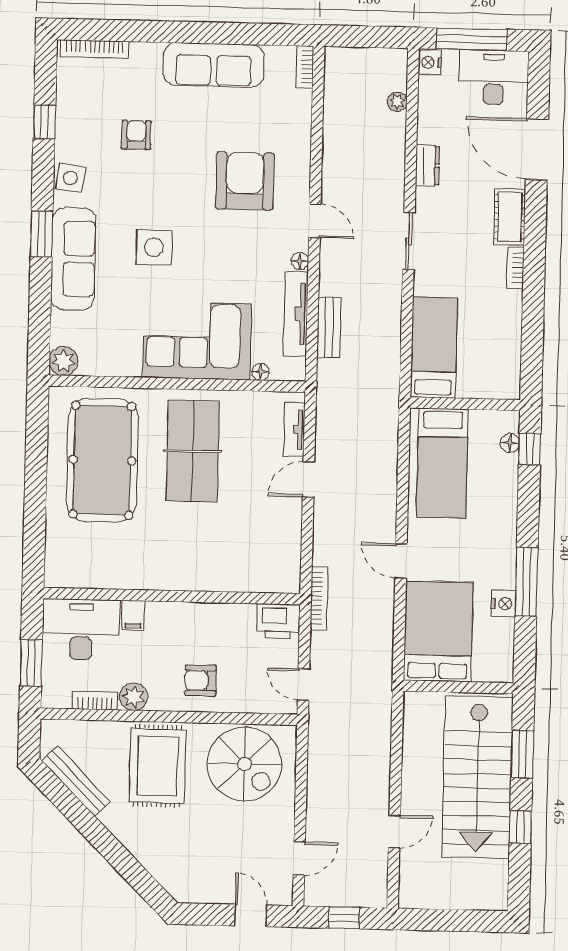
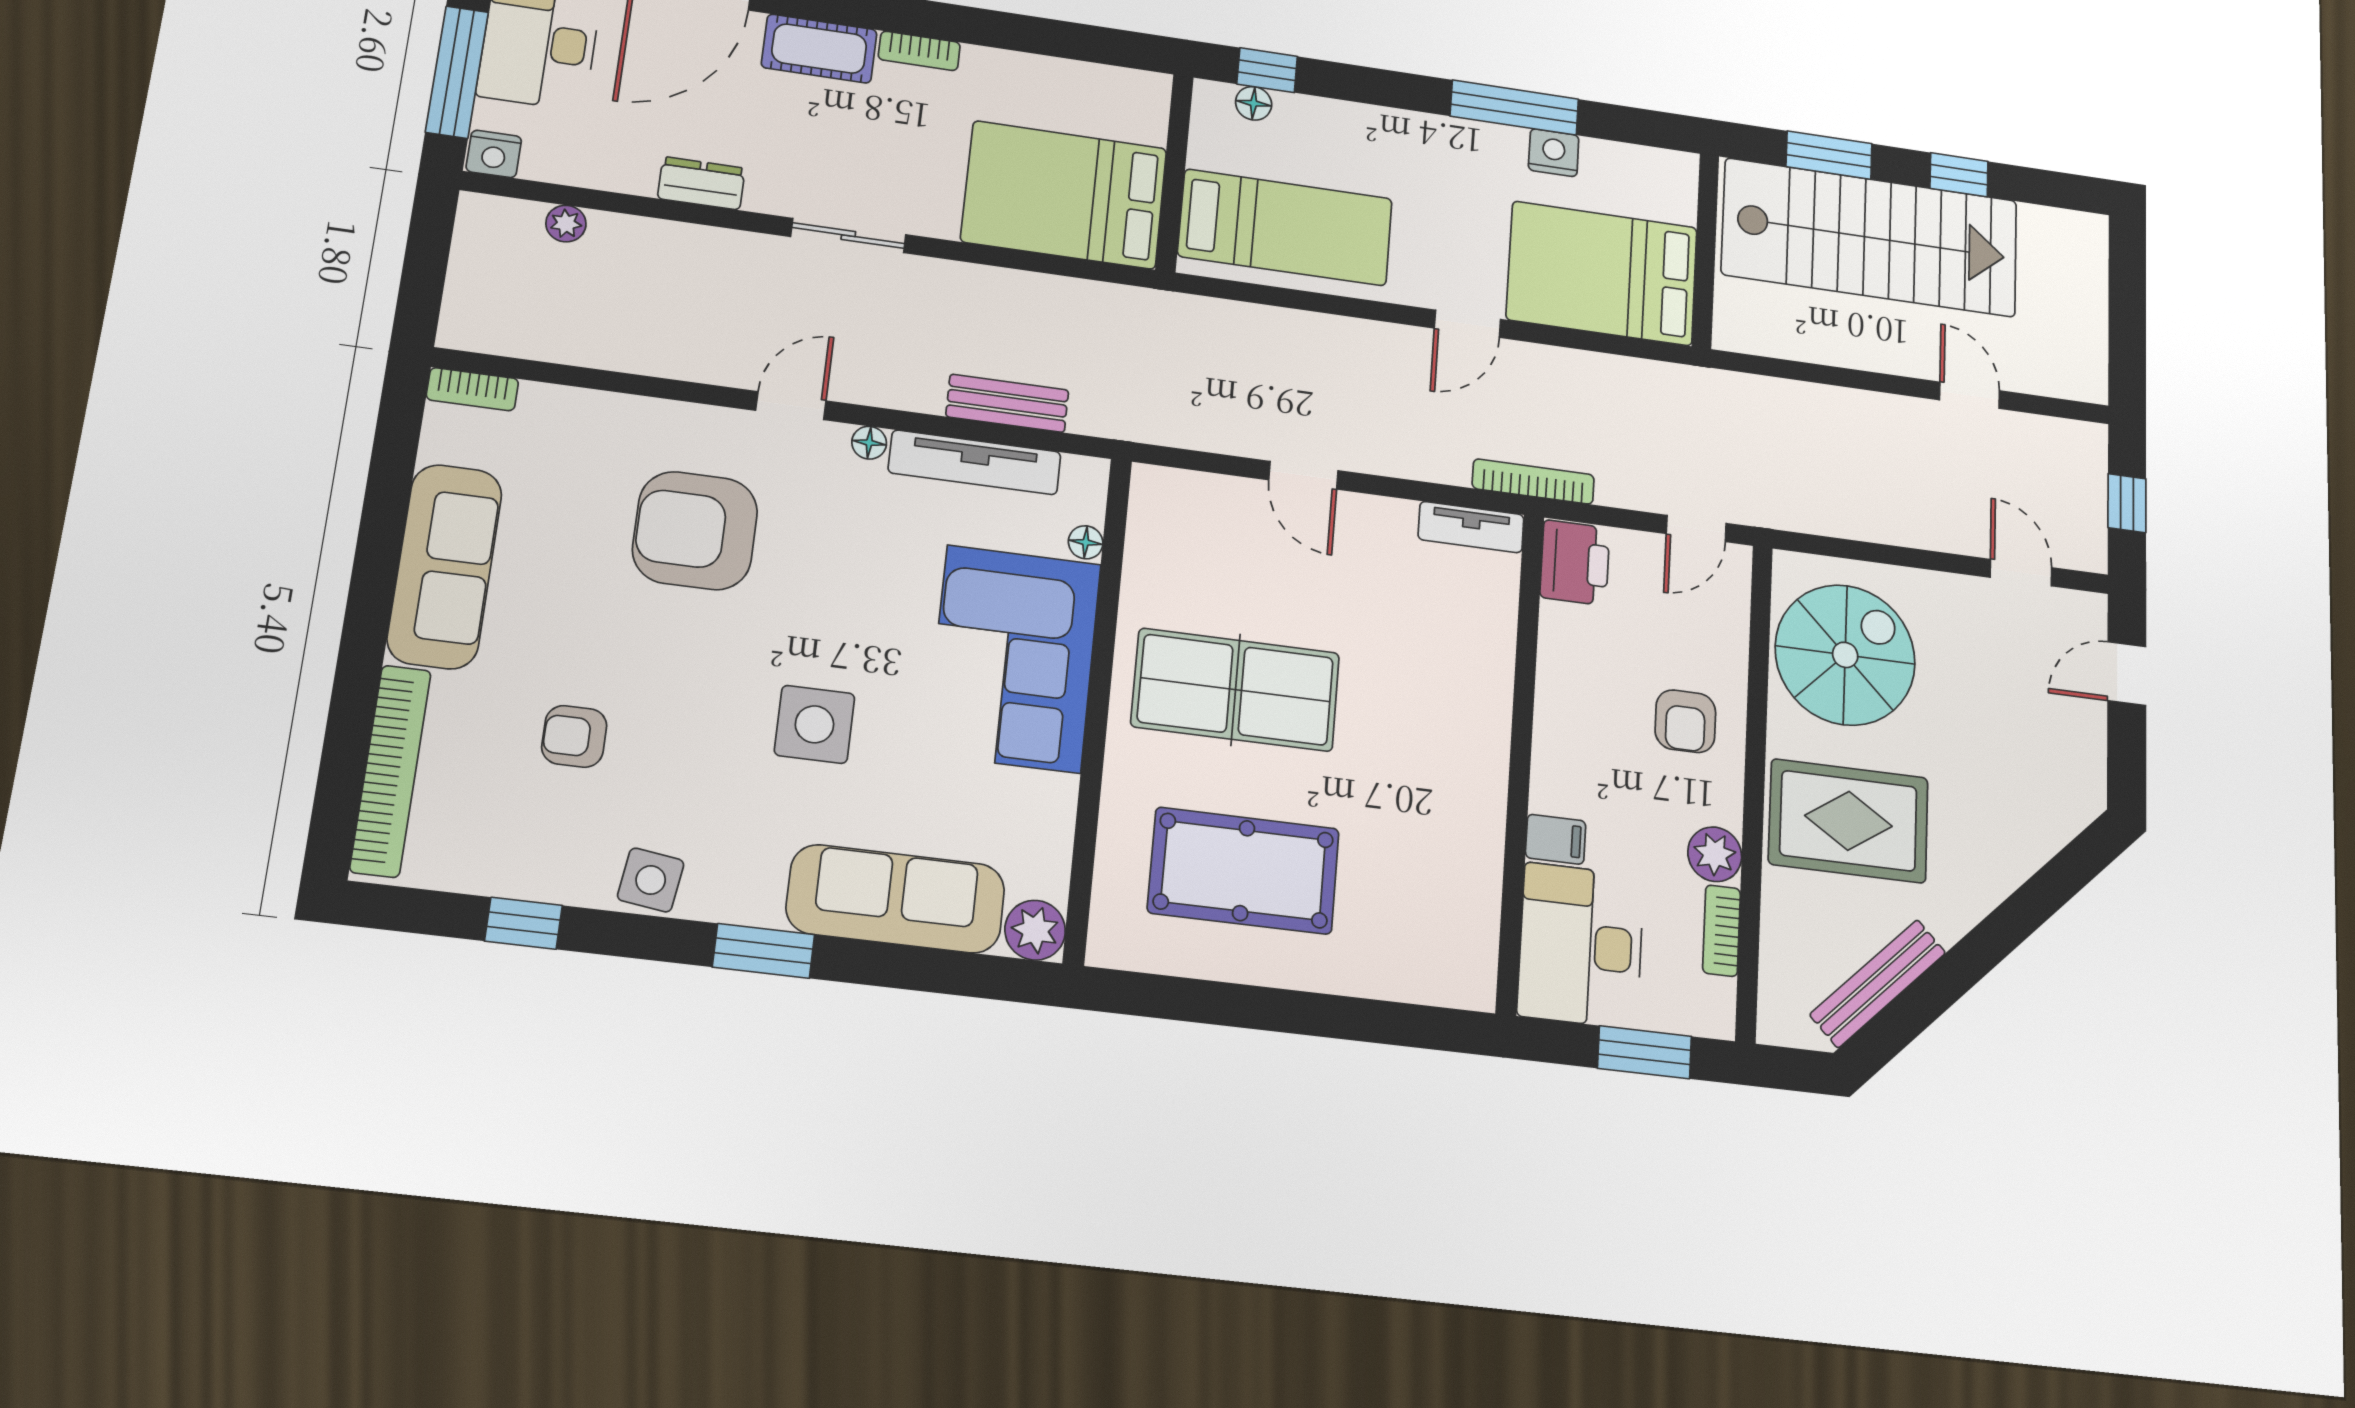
bookcase: (95, 49) -> (391, 771), width x1.48, depth x1.31
sofa: (73, 259) -> (896, 899), moved
bed: (434, 348) -> (1064, 195), width x1.50
tv unit: (294, 429) -> (1471, 527), moved
pool table: (102, 460) -> (1244, 871), width x0.73, depth x0.76

